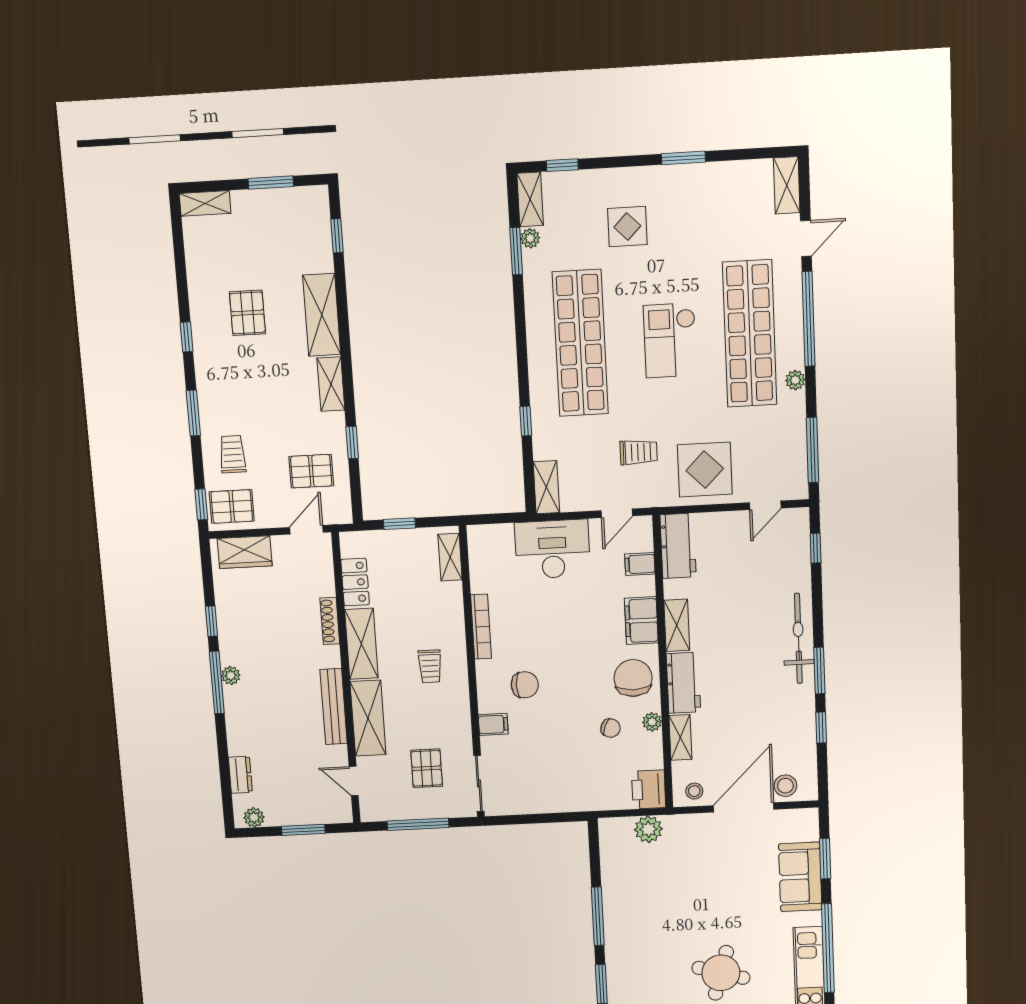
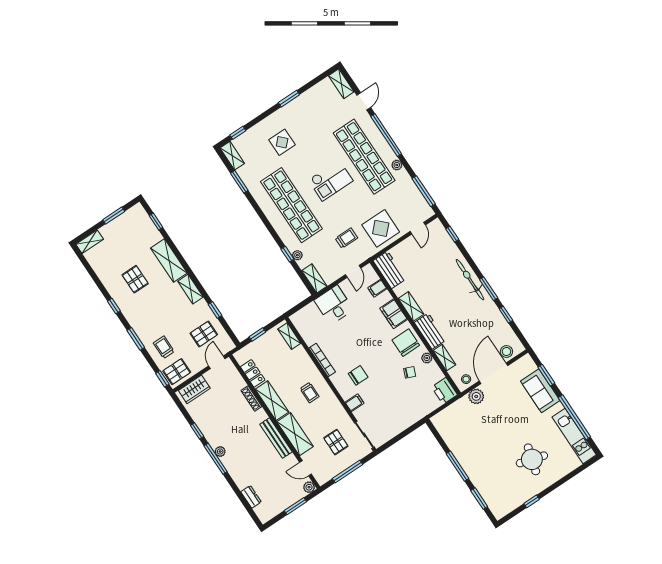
plant: (530, 238) -> (297, 255), moved
checkout: (670, 340) -> (331, 180), turned -90
desk: (553, 549) -> (334, 305), width x0.73
plant: (254, 817) -> (309, 487), moved
plant: (648, 829) -> (476, 396), moved

